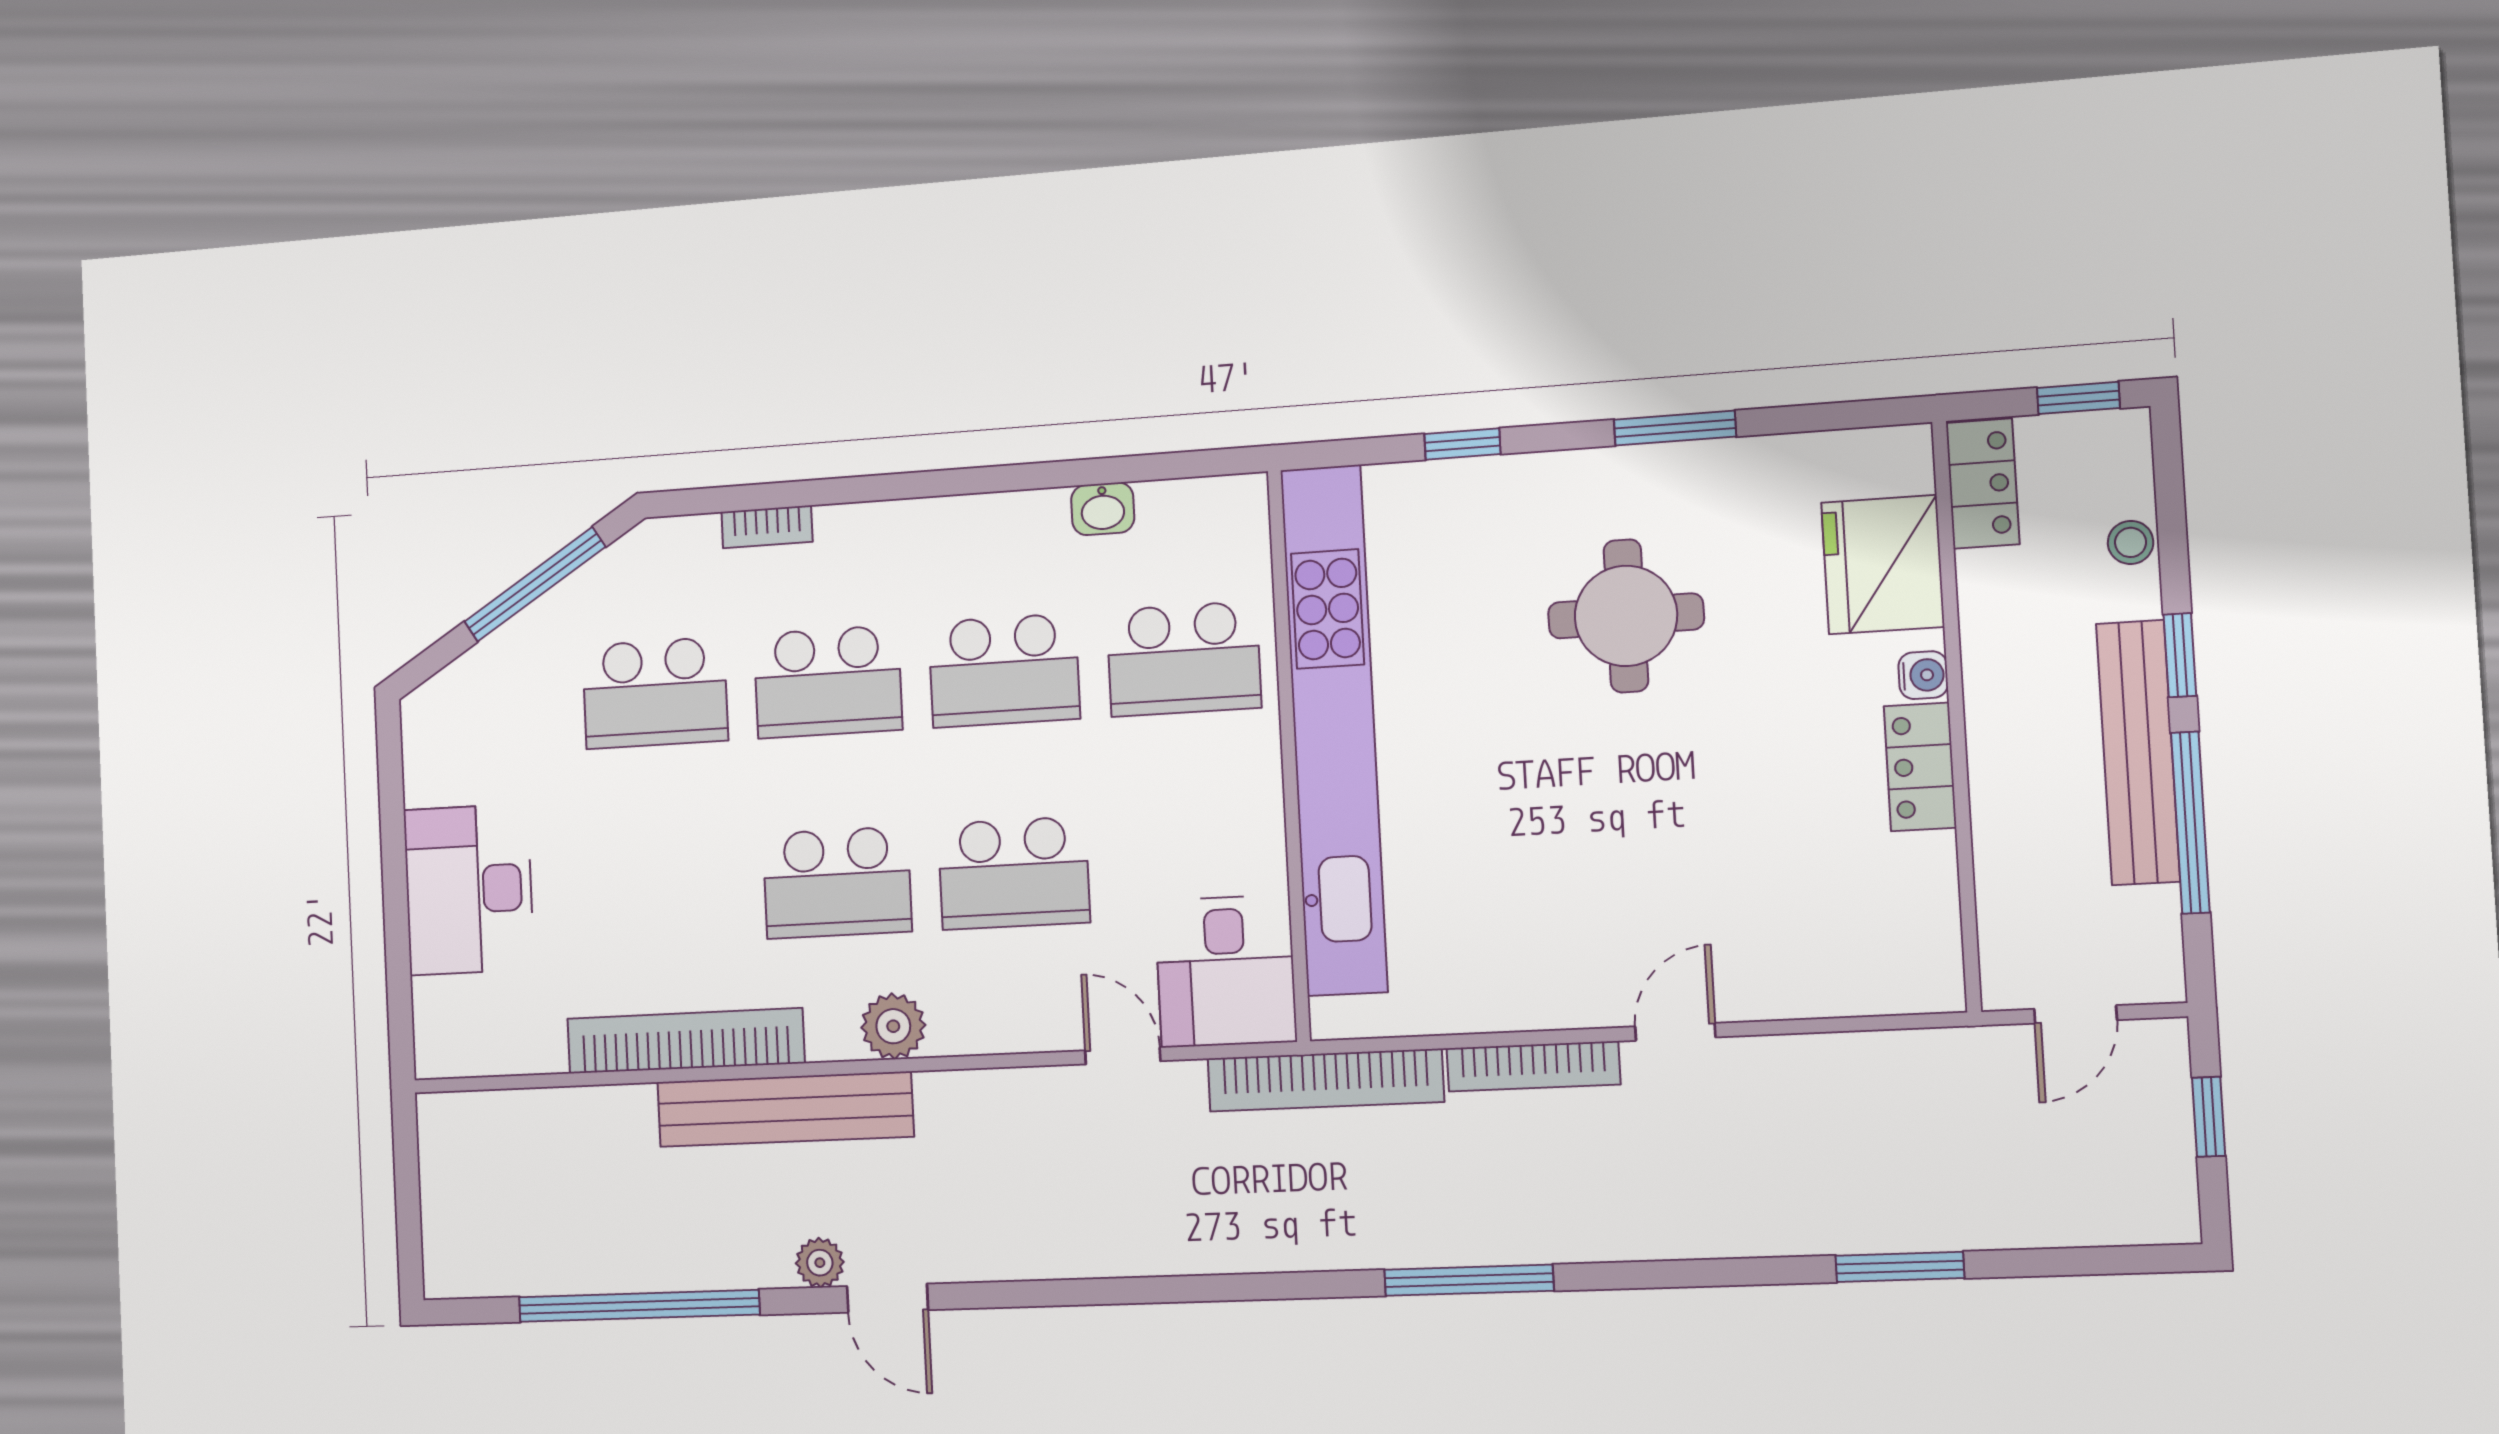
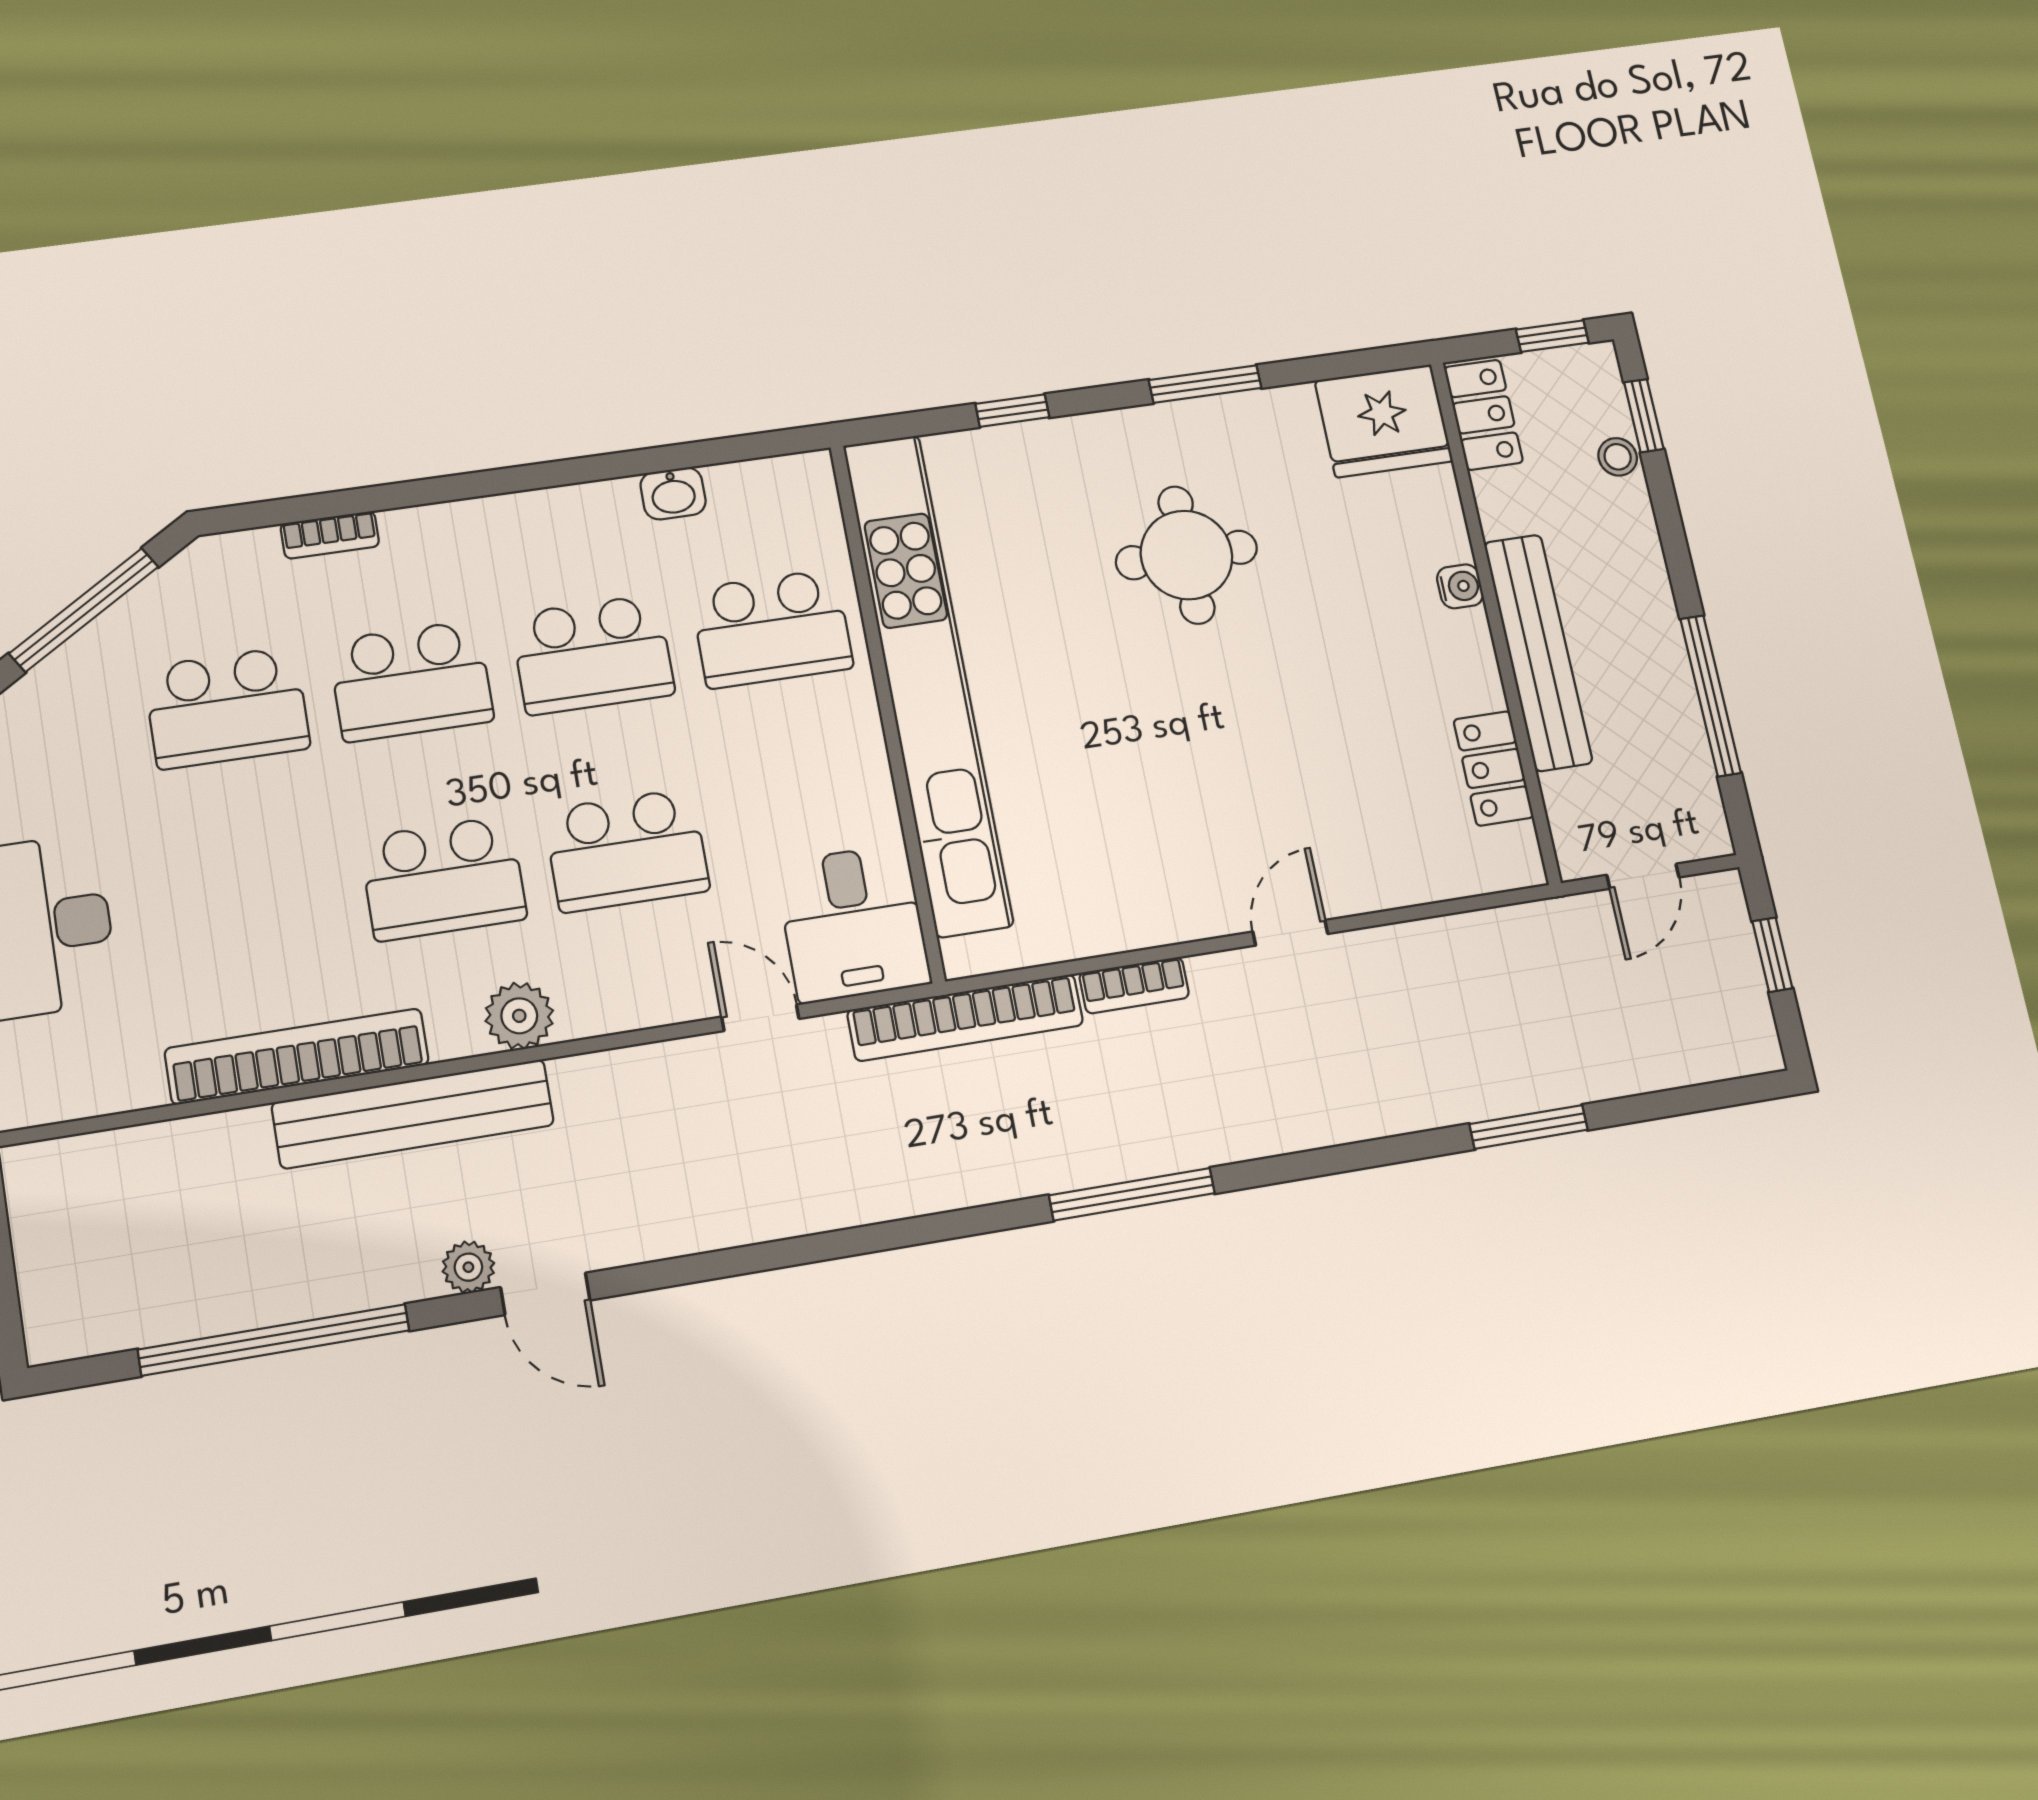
fridge: (1883, 565) -> (1384, 421), moved, turned -90
window: (2180, 655) -> (1644, 416), moved
bench: (2138, 753) -> (1538, 652), moved
locker: (1920, 767) -> (1493, 768), moved
bookcase: (1533, 1066) -> (1134, 985), width x0.64

